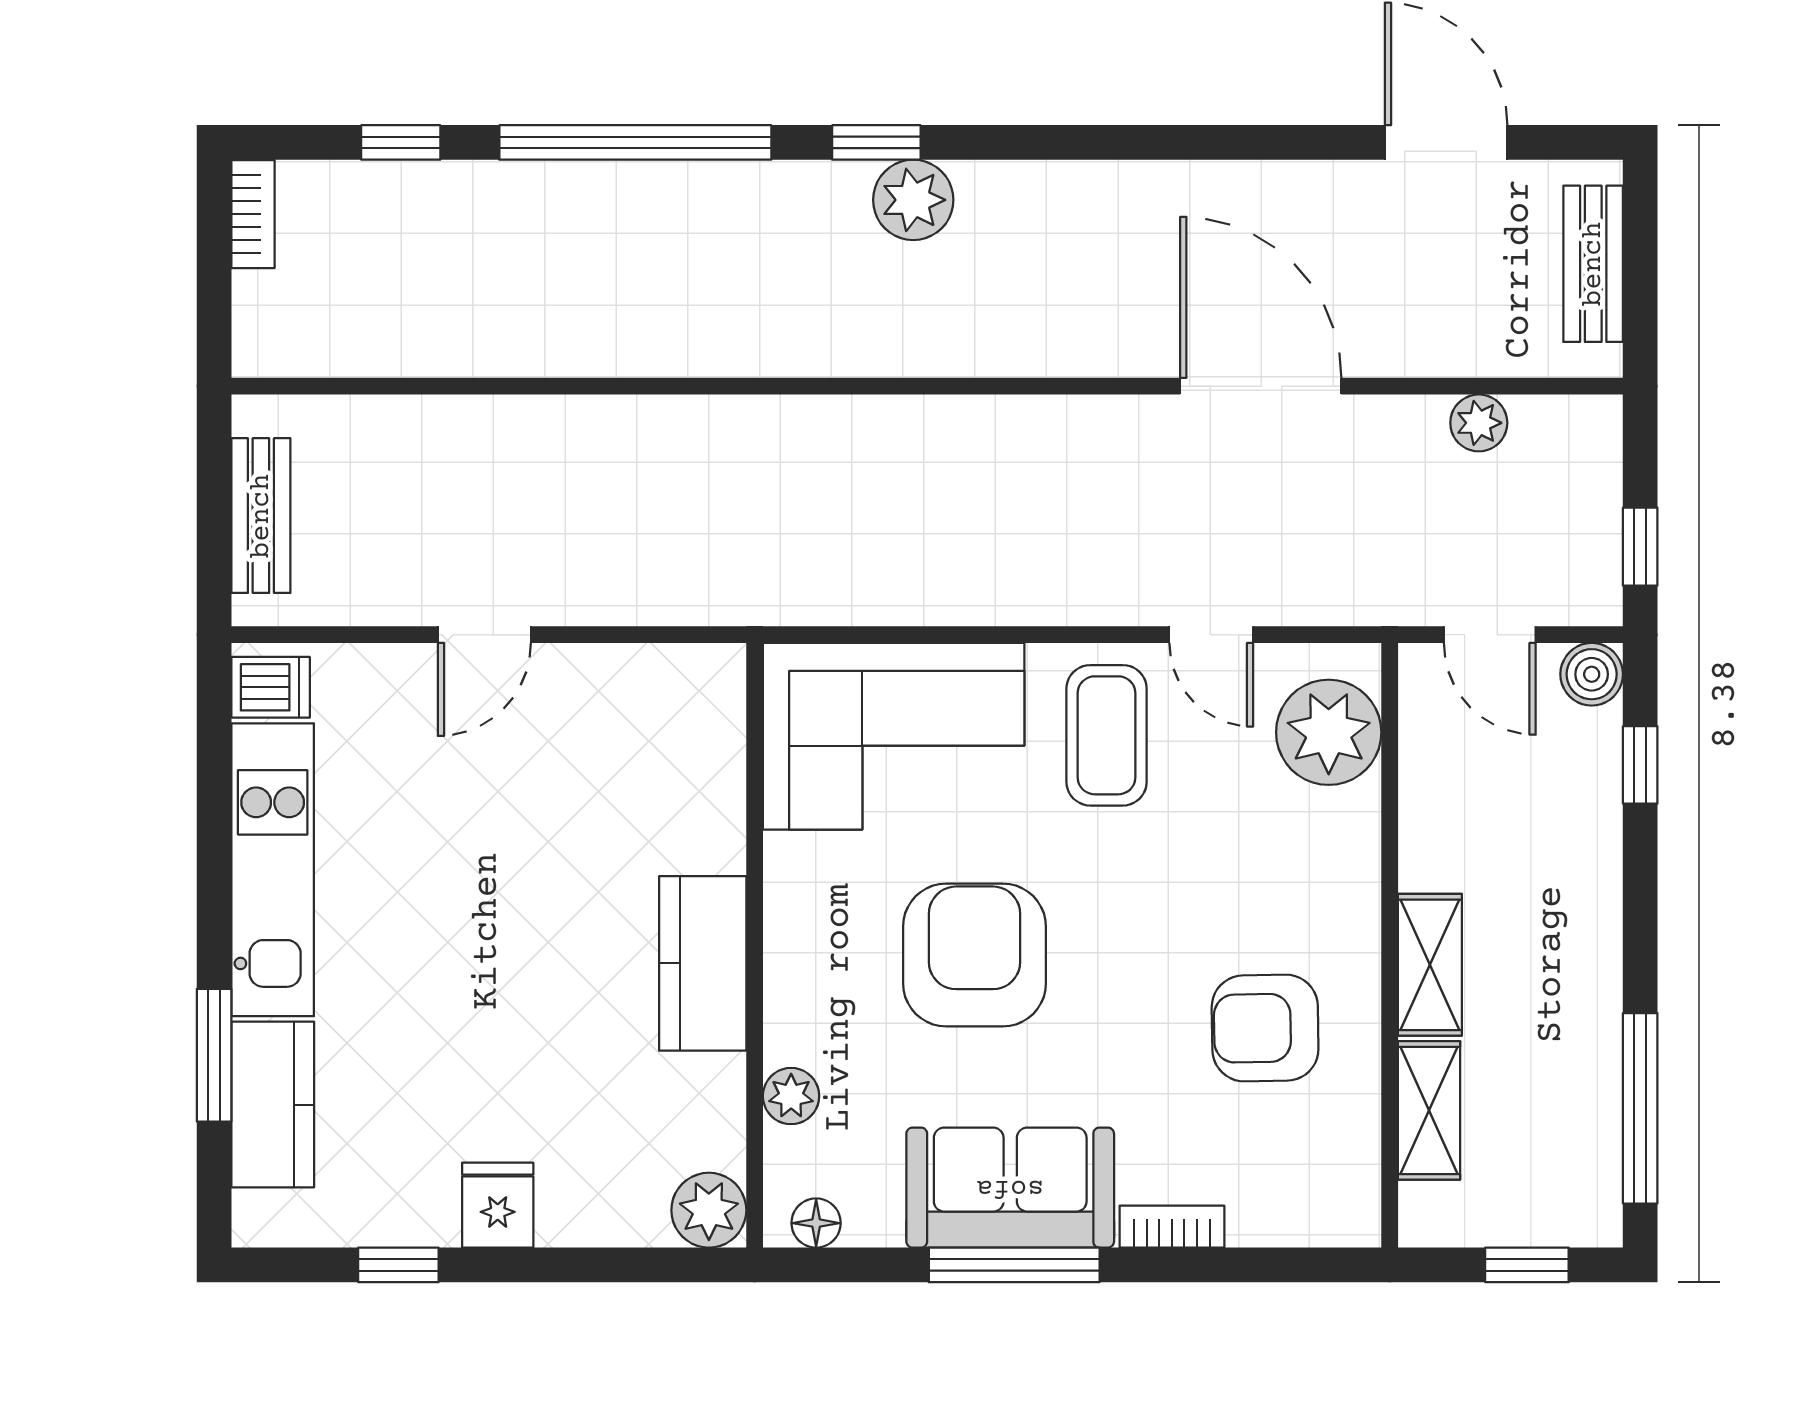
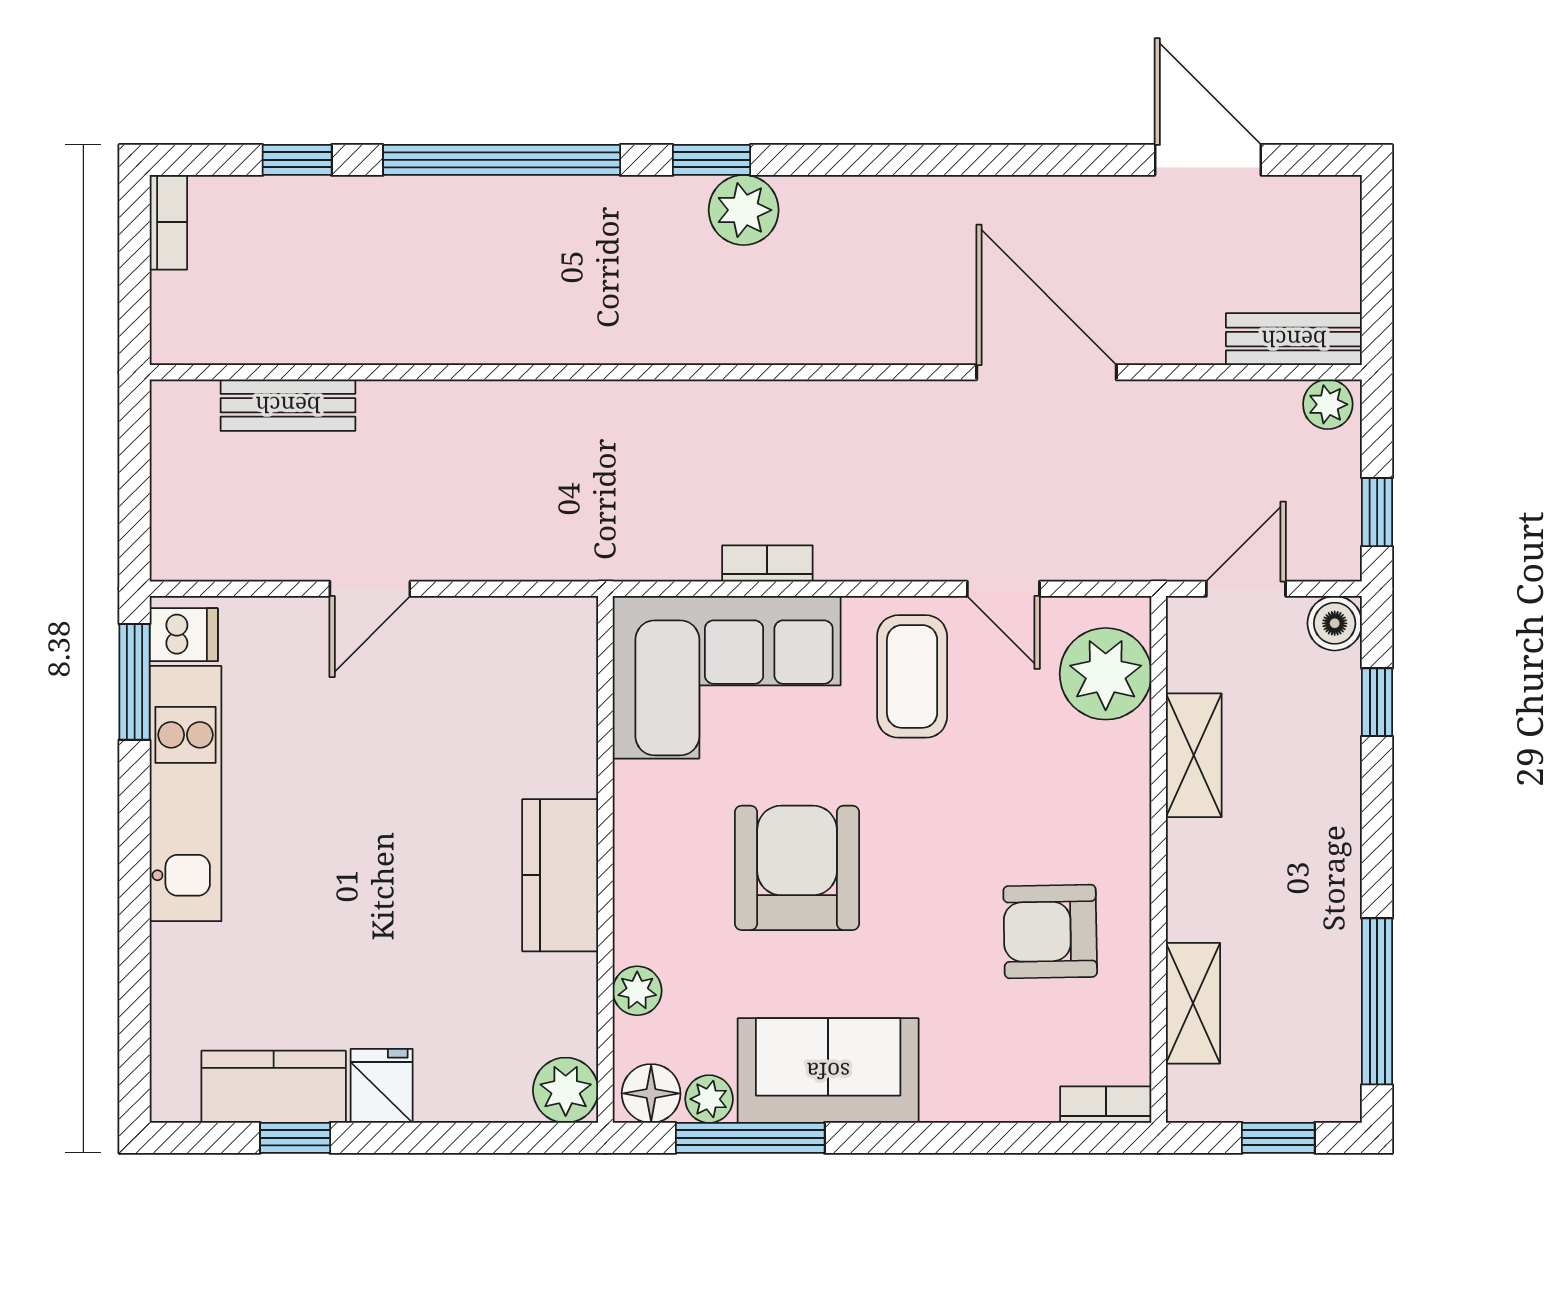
bench: (1593, 264) -> (1294, 339), moved, turned 90
plant: (1479, 423) -> (1328, 404), moved
bench: (261, 516) -> (288, 405), moved, turned 90
bookcase: (941, 606) -> (767, 563), added
door: (1490, 635) -> (1246, 589), swing flipped
shelving: (1430, 965) -> (1194, 755), moved
window: (214, 1055) -> (135, 682), moved
kitchen counter: (273, 1105) -> (274, 1087), moved, turned -90
plant: (874, 1220) -> (709, 1099), added
floor lamp: (816, 1223) -> (651, 1093), width x1.37, depth x1.37
bookcase: (1172, 1227) -> (1106, 1105), moved
window: (1014, 1265) -> (750, 1138), moved

